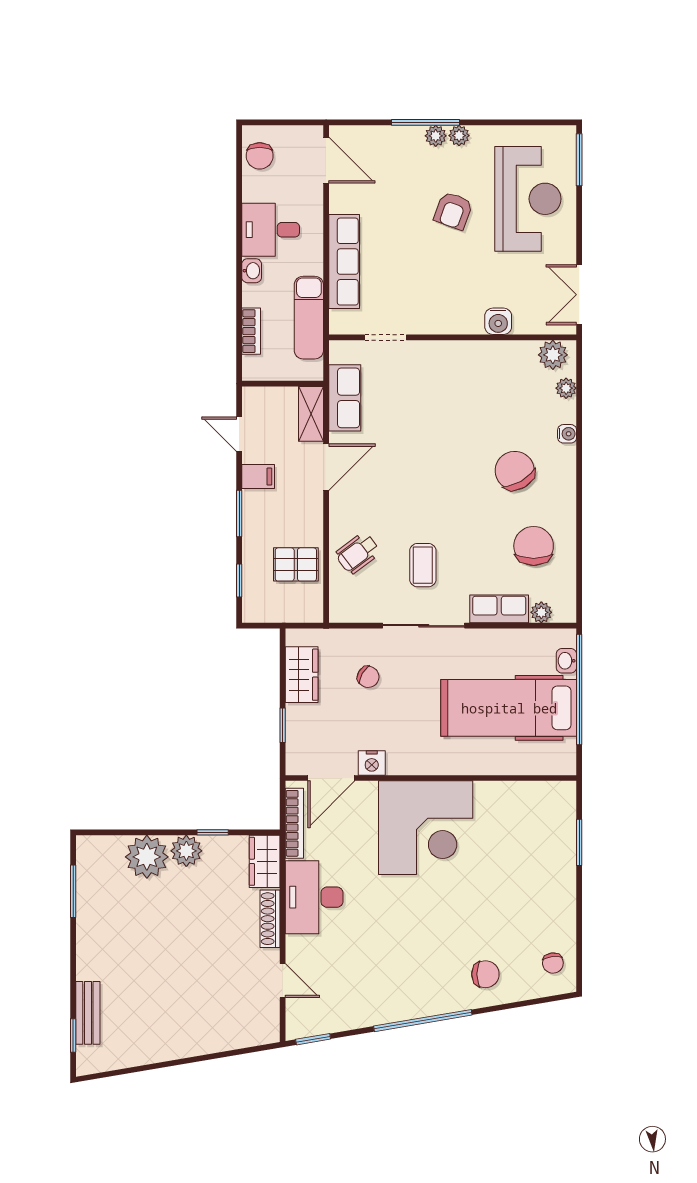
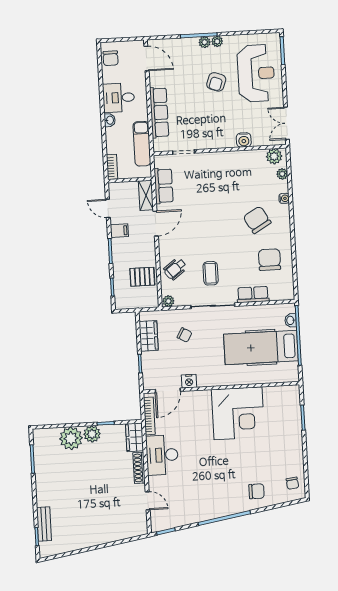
bookcase: (251, 331) -> (112, 167), moved
plant: (541, 612) -> (168, 301), moved
corner desk: (426, 828) -> (238, 413), moved

